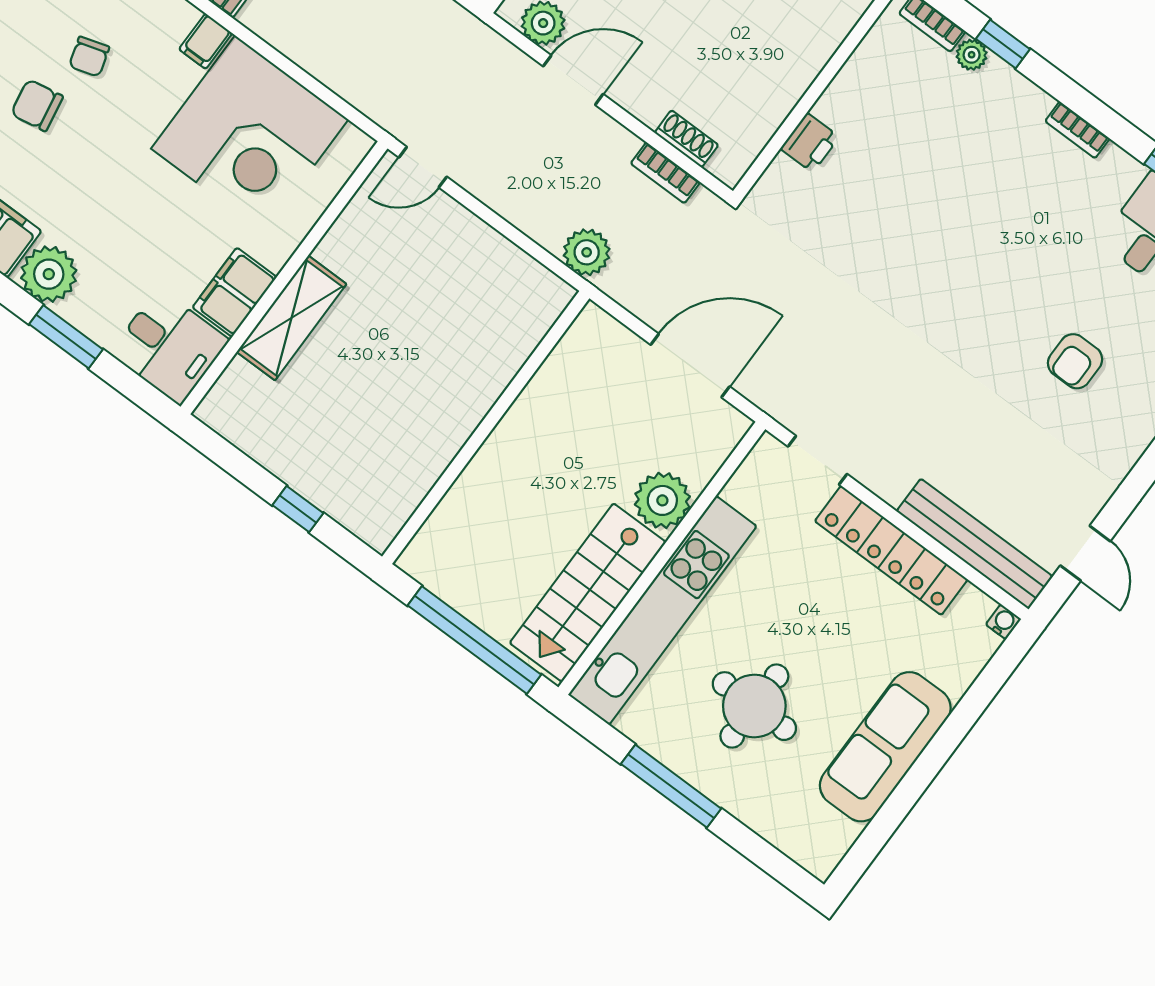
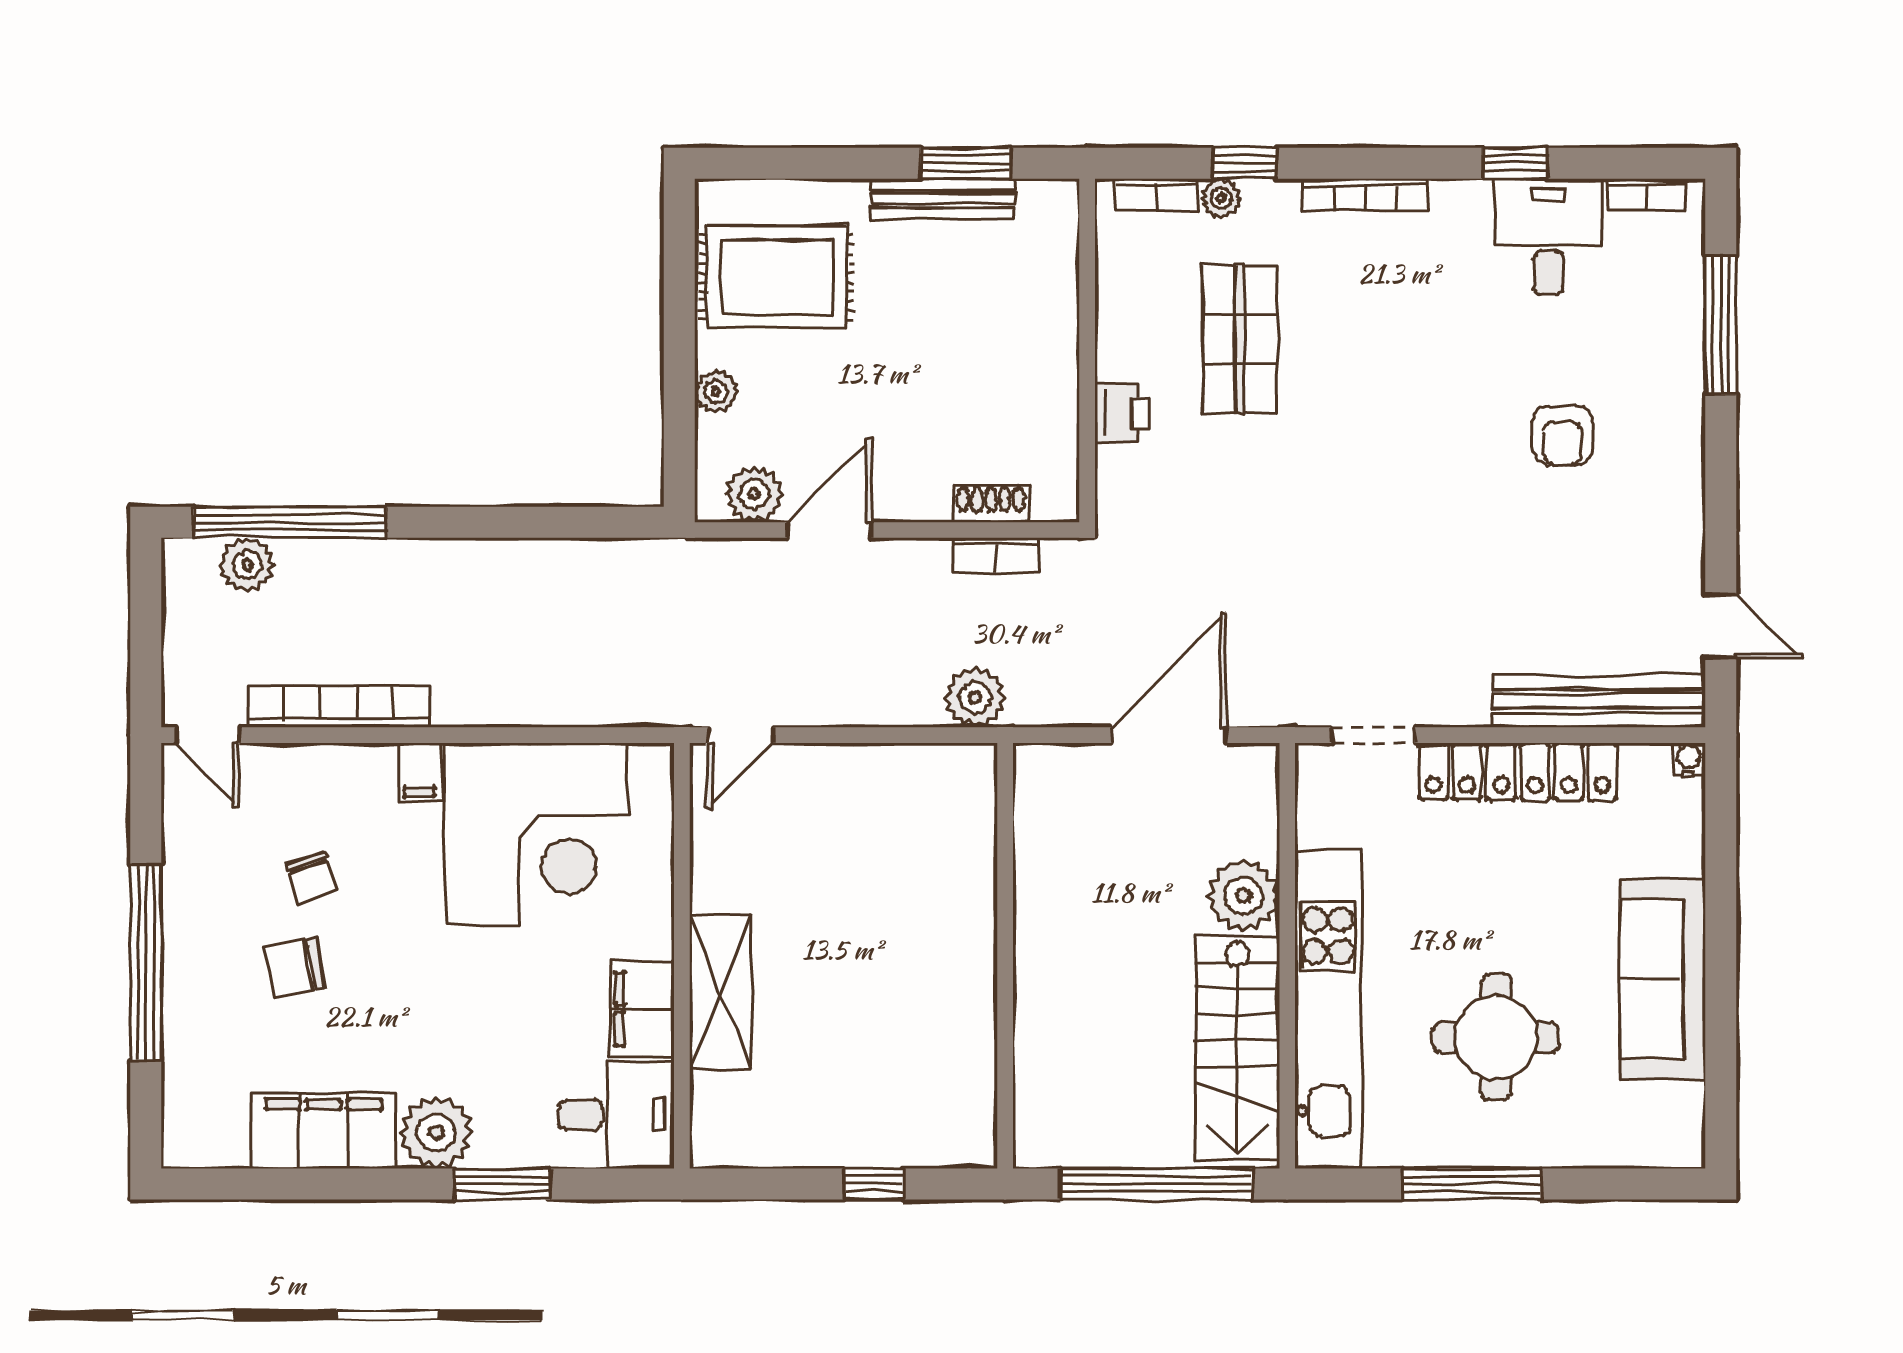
bookcase: (1077, 130) -> (1365, 195), width x1.56
shop shelf: (918, 151) -> (1240, 339), added

